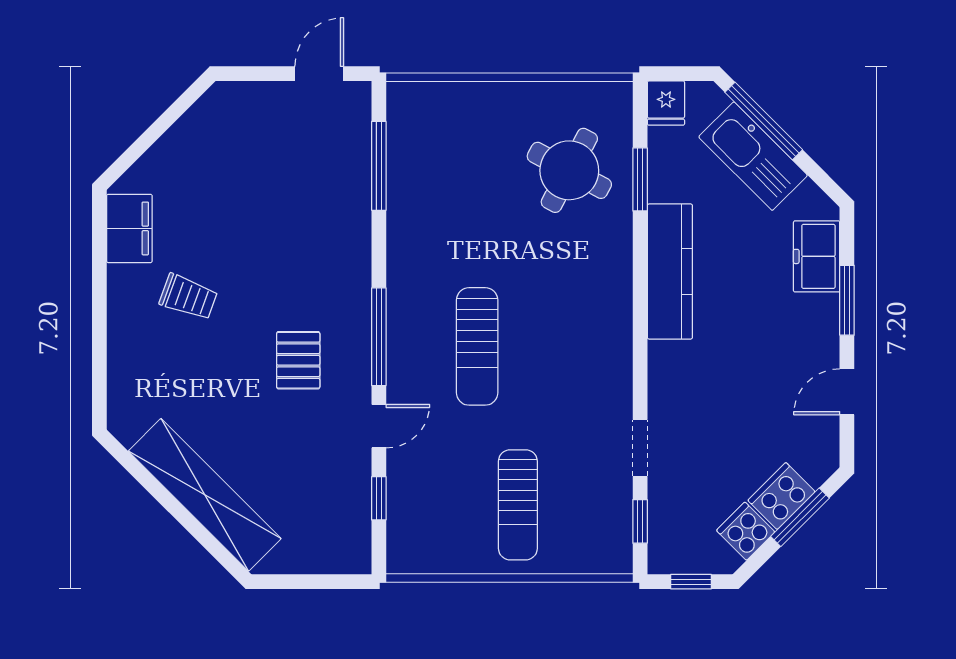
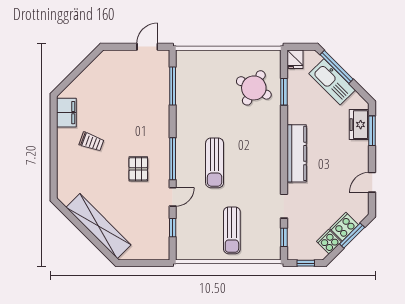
kitchen counter: (670, 271) -> (297, 153), moved
window: (847, 300) -> (372, 131), moved

